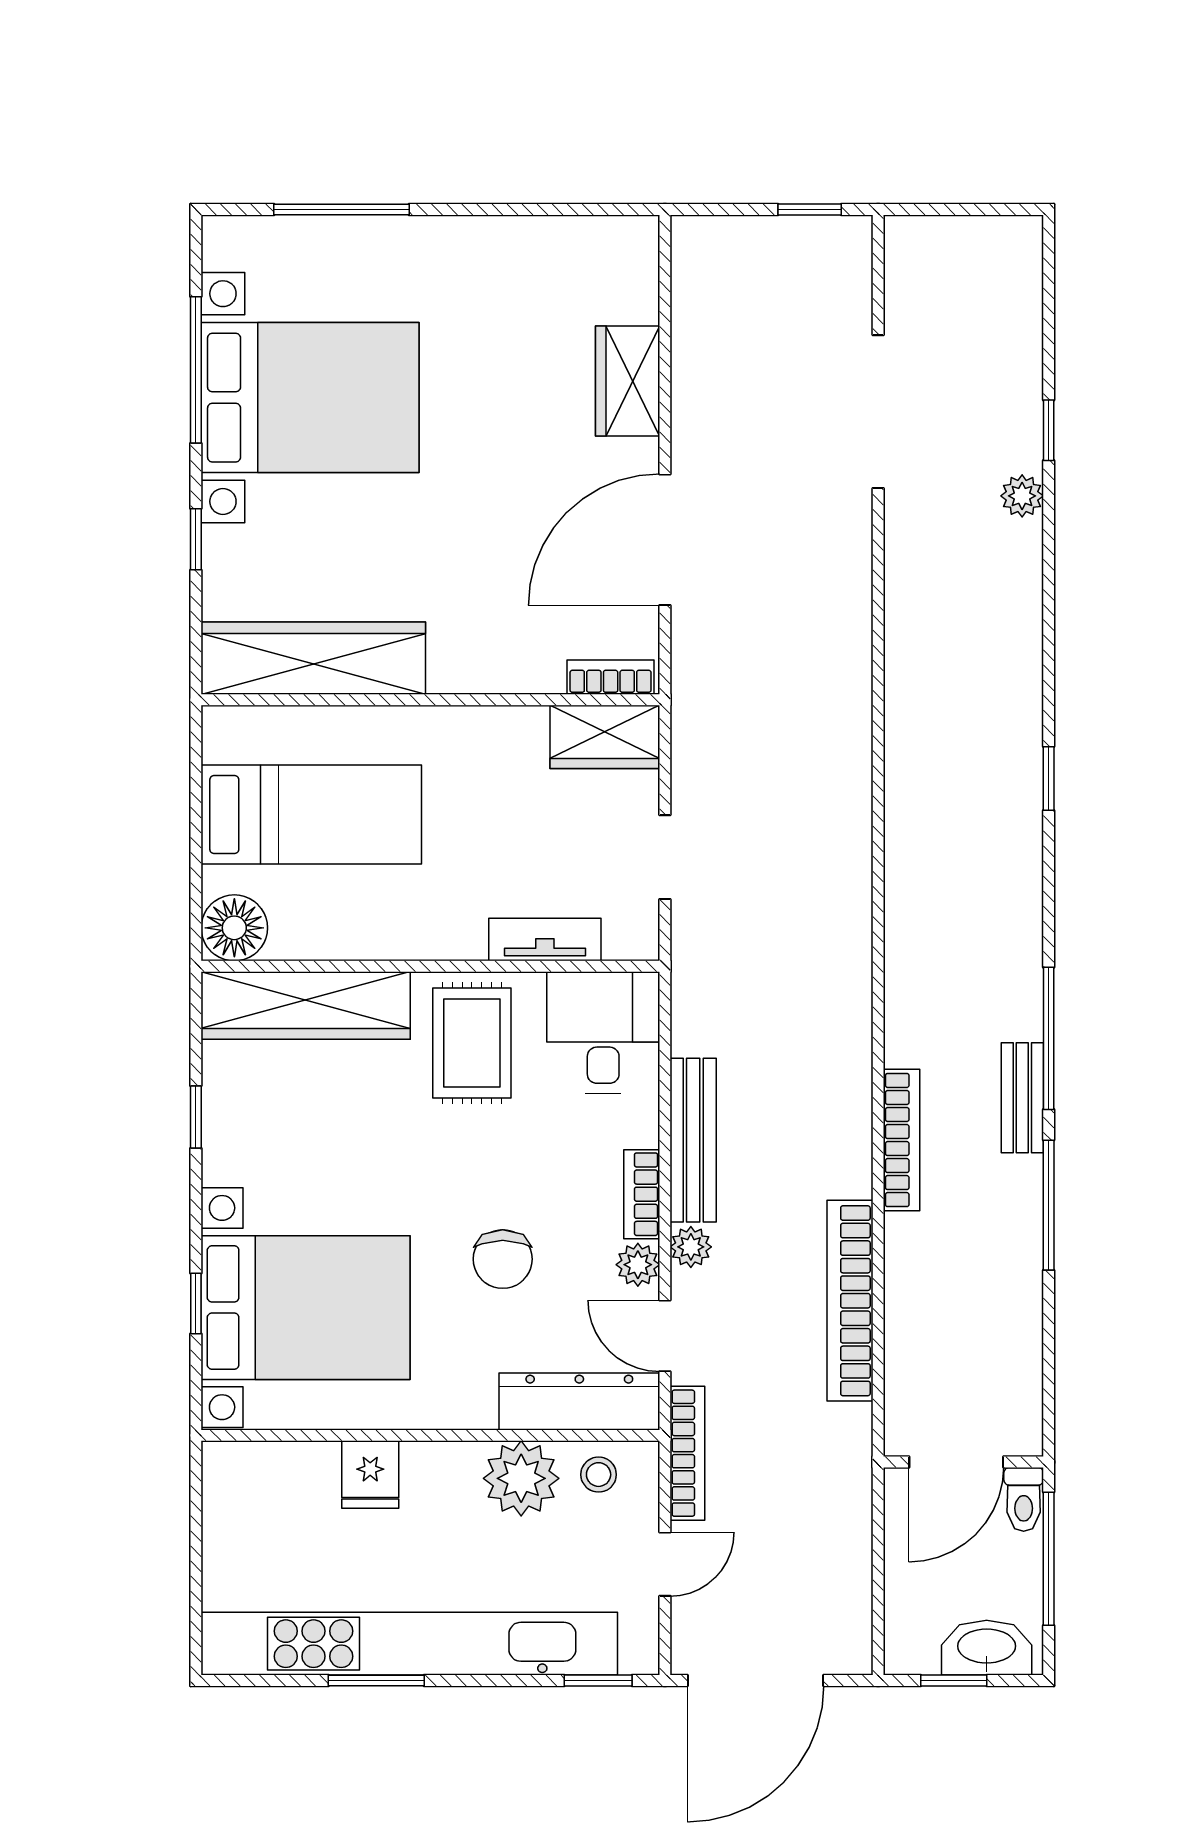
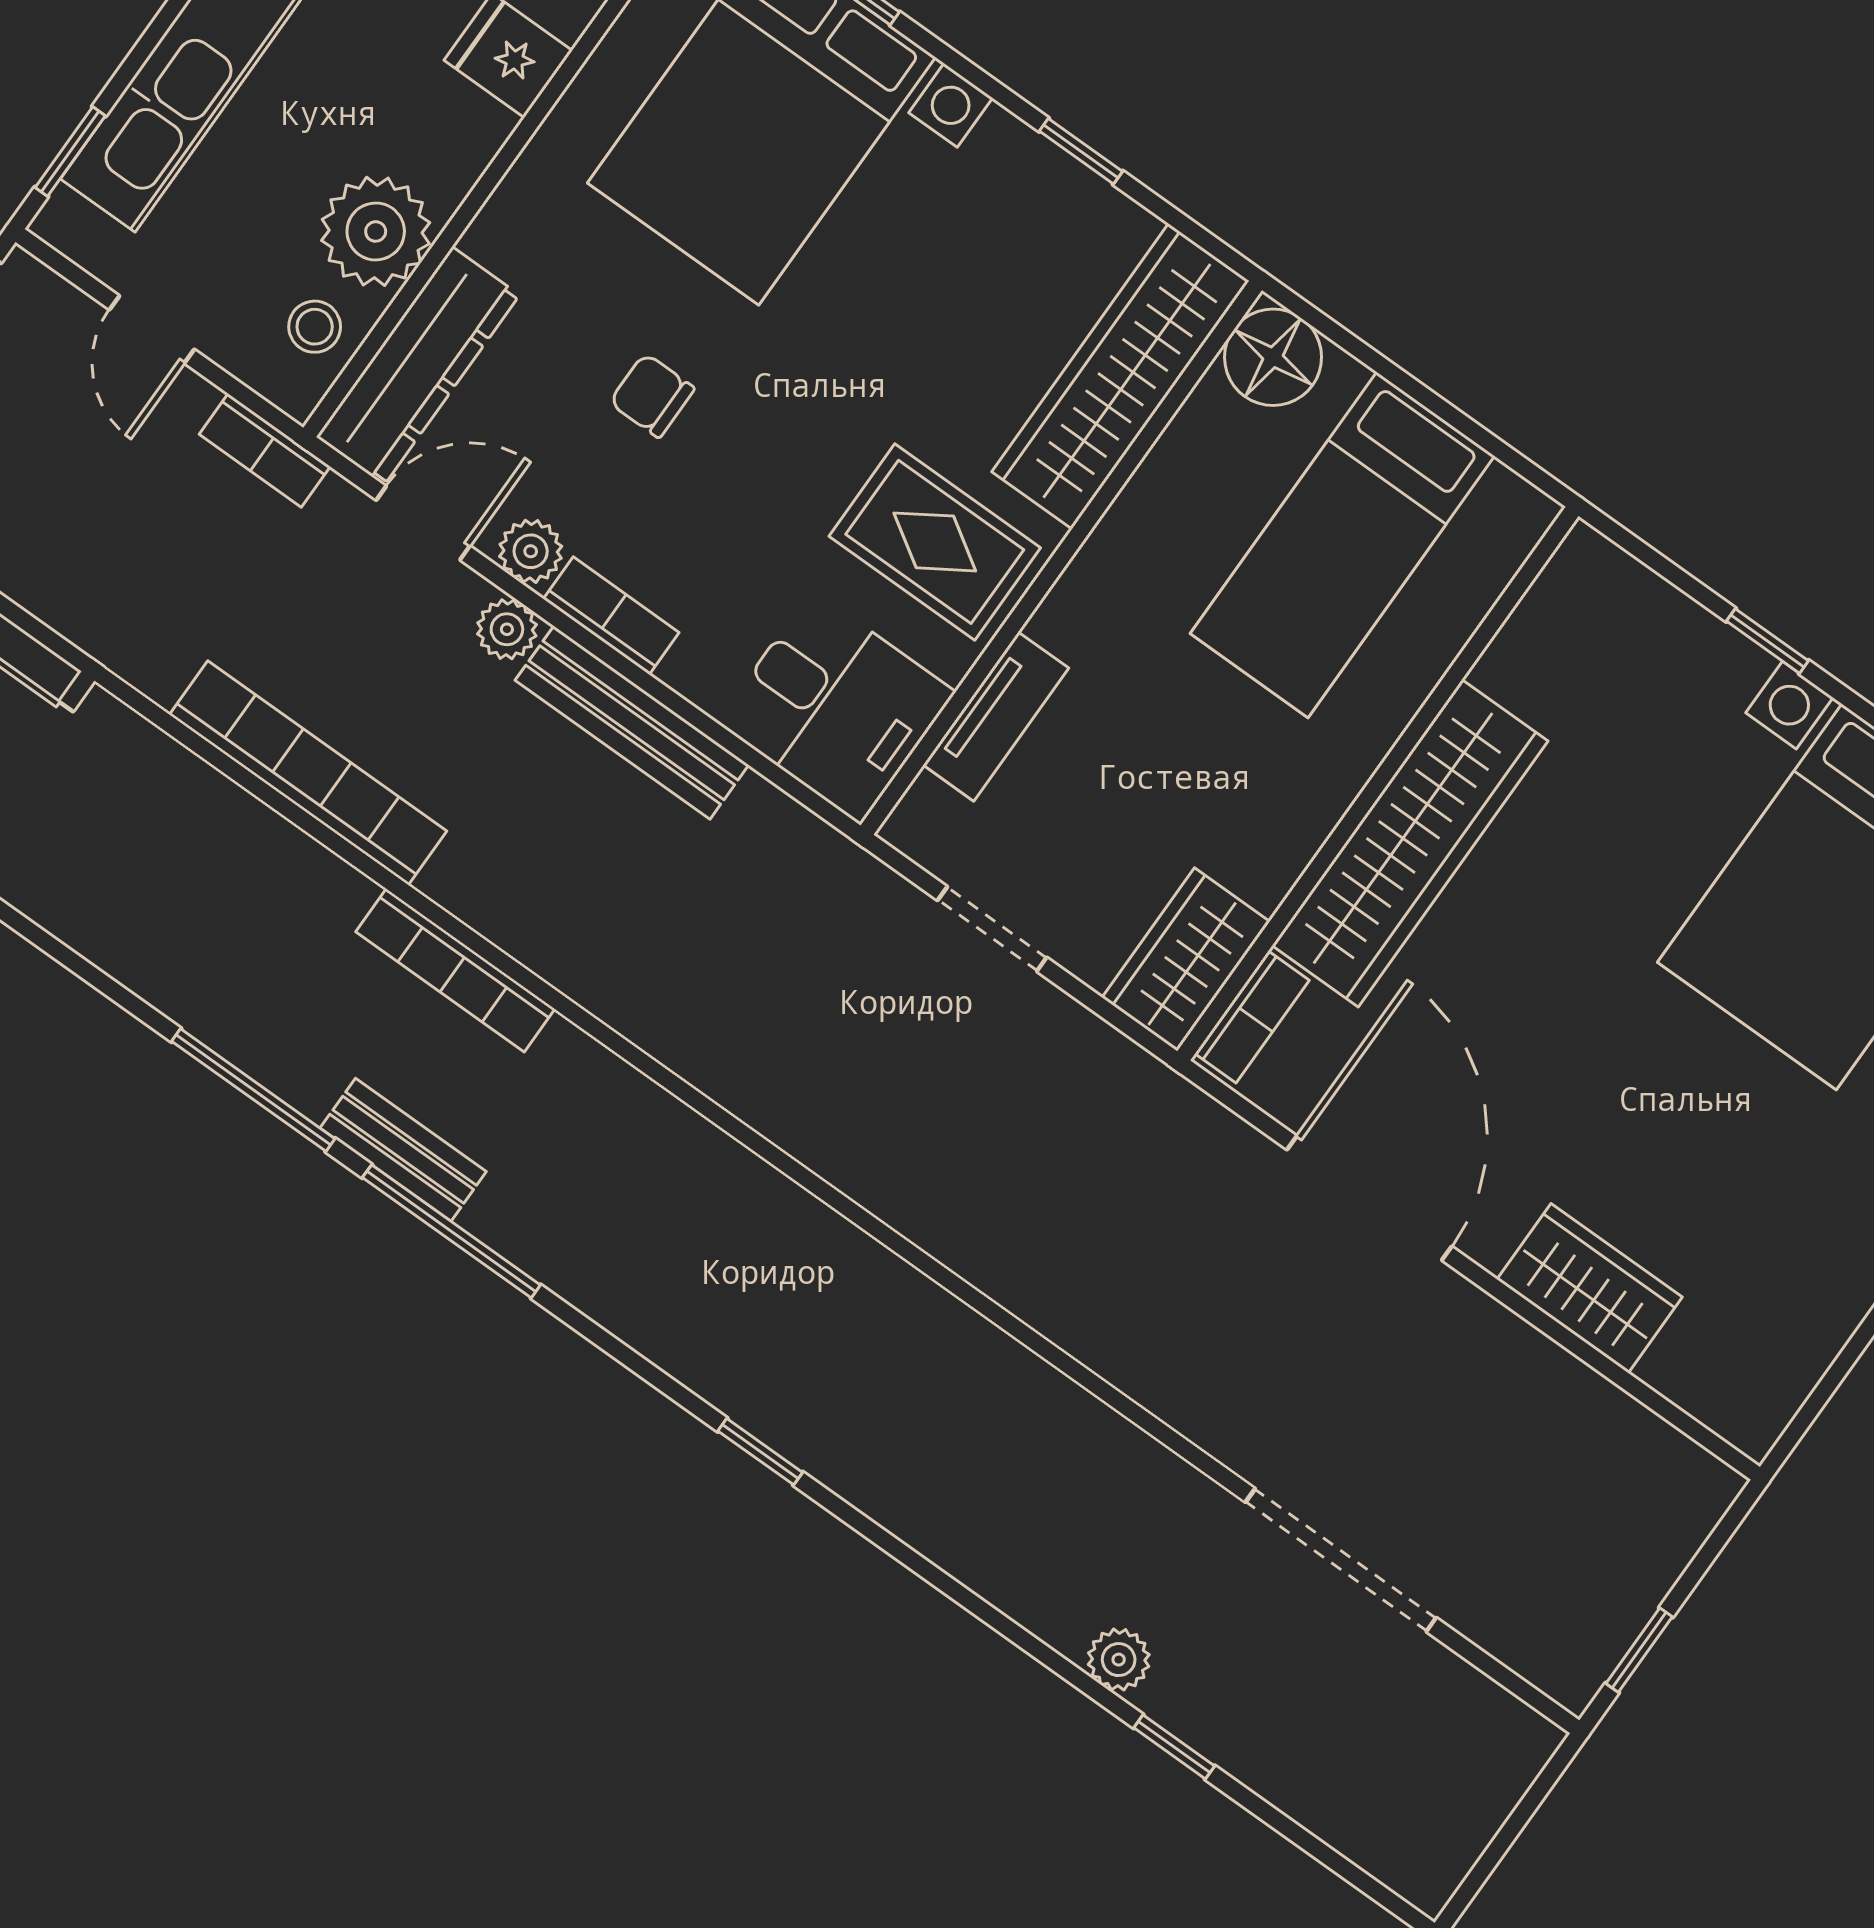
wardrobe: (313, 658) -> (1410, 843), moved
chair: (503, 1259) -> (652, 395), width x0.73, depth x0.73
bookcase: (687, 1453) -> (265, 450), width x0.64

